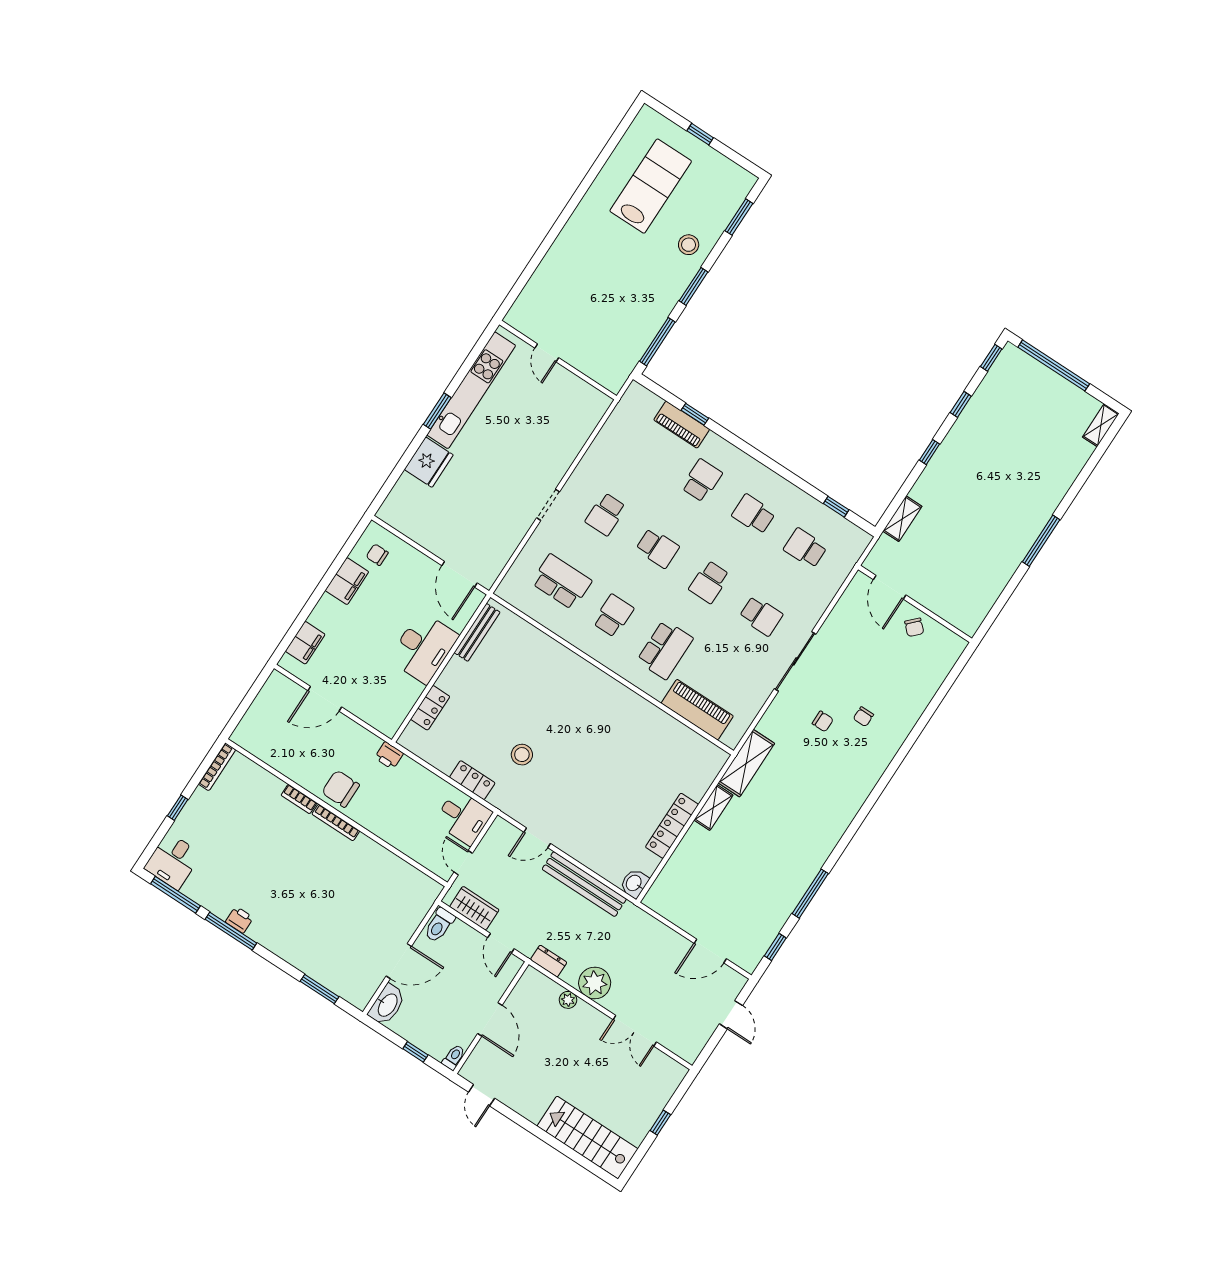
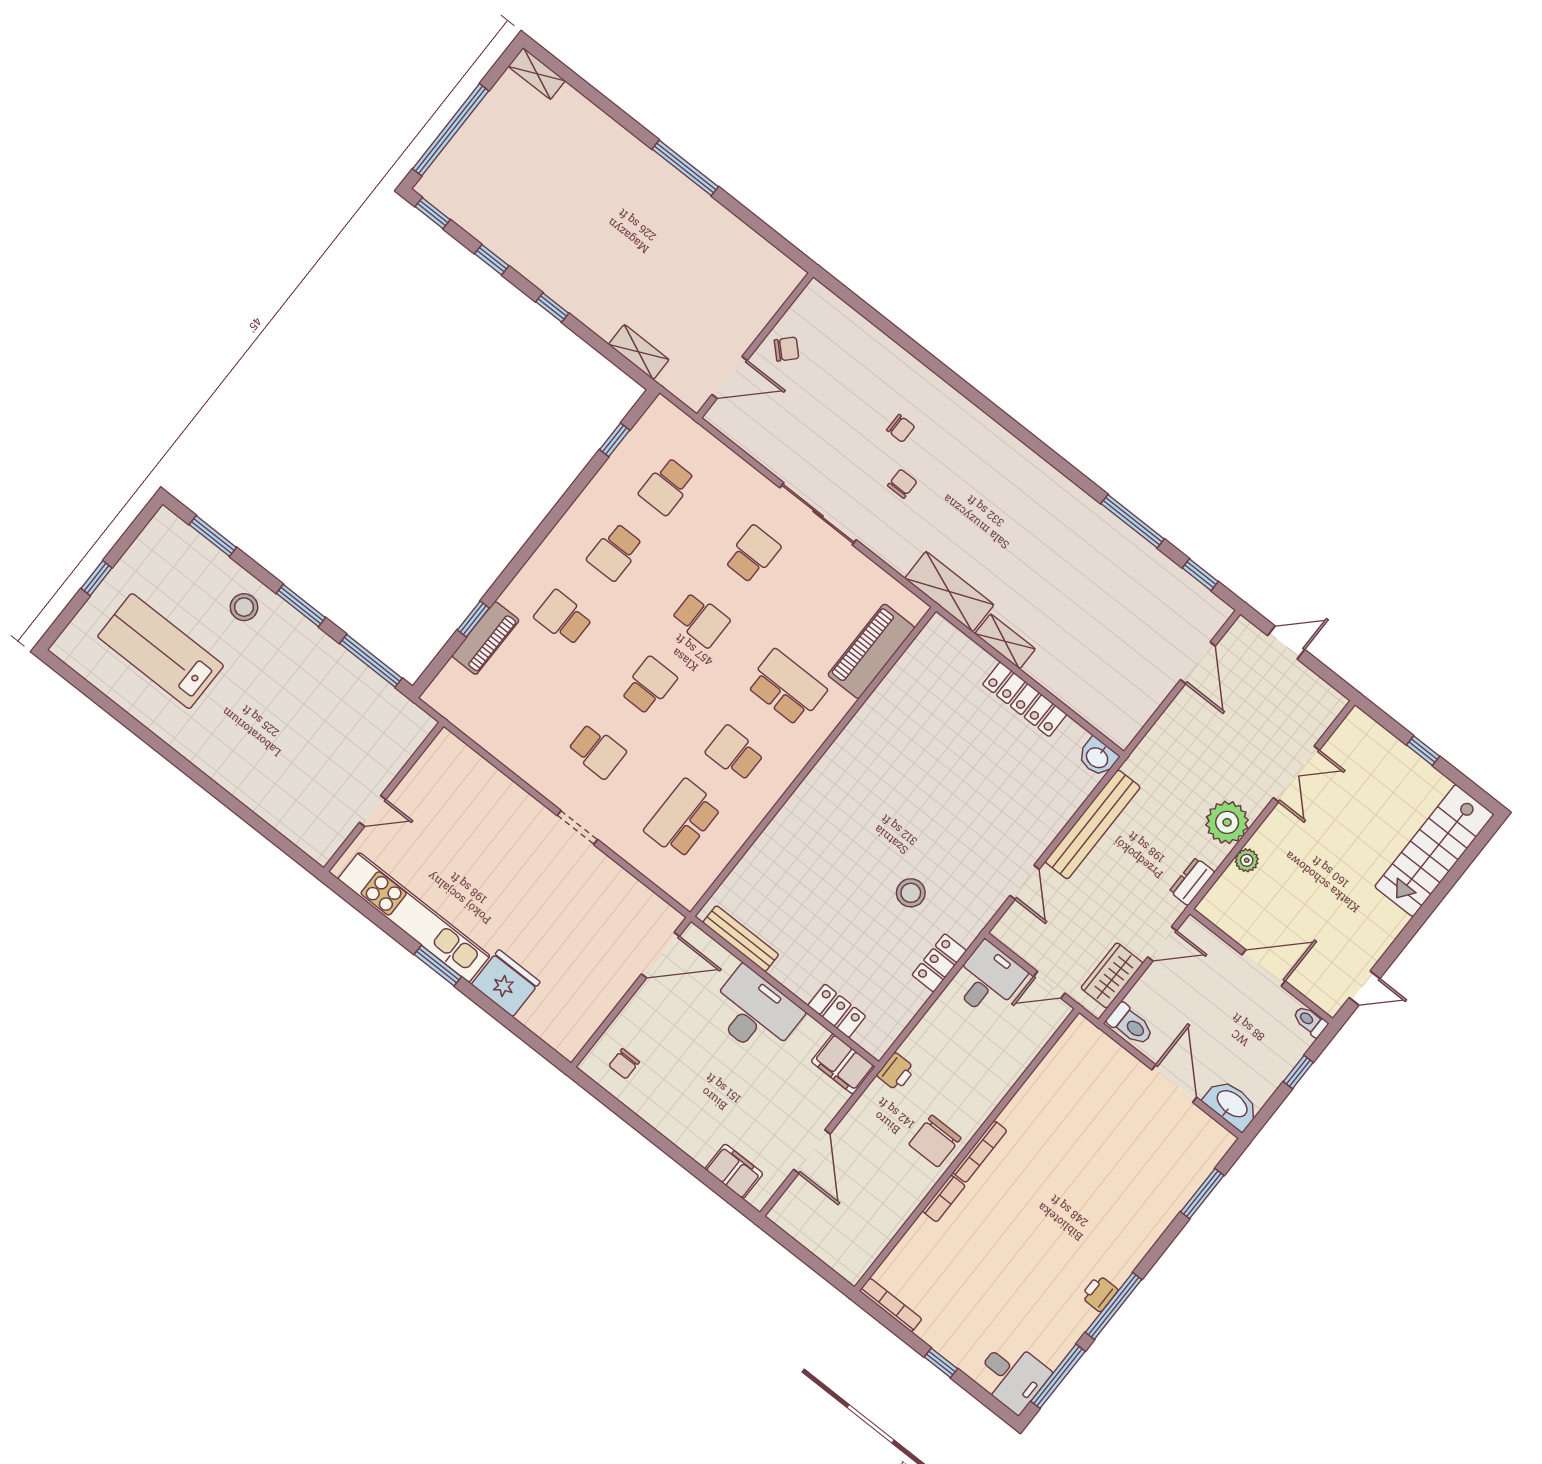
filing cabinet: (347, 581) -> (843, 1064), moved, turned 180

